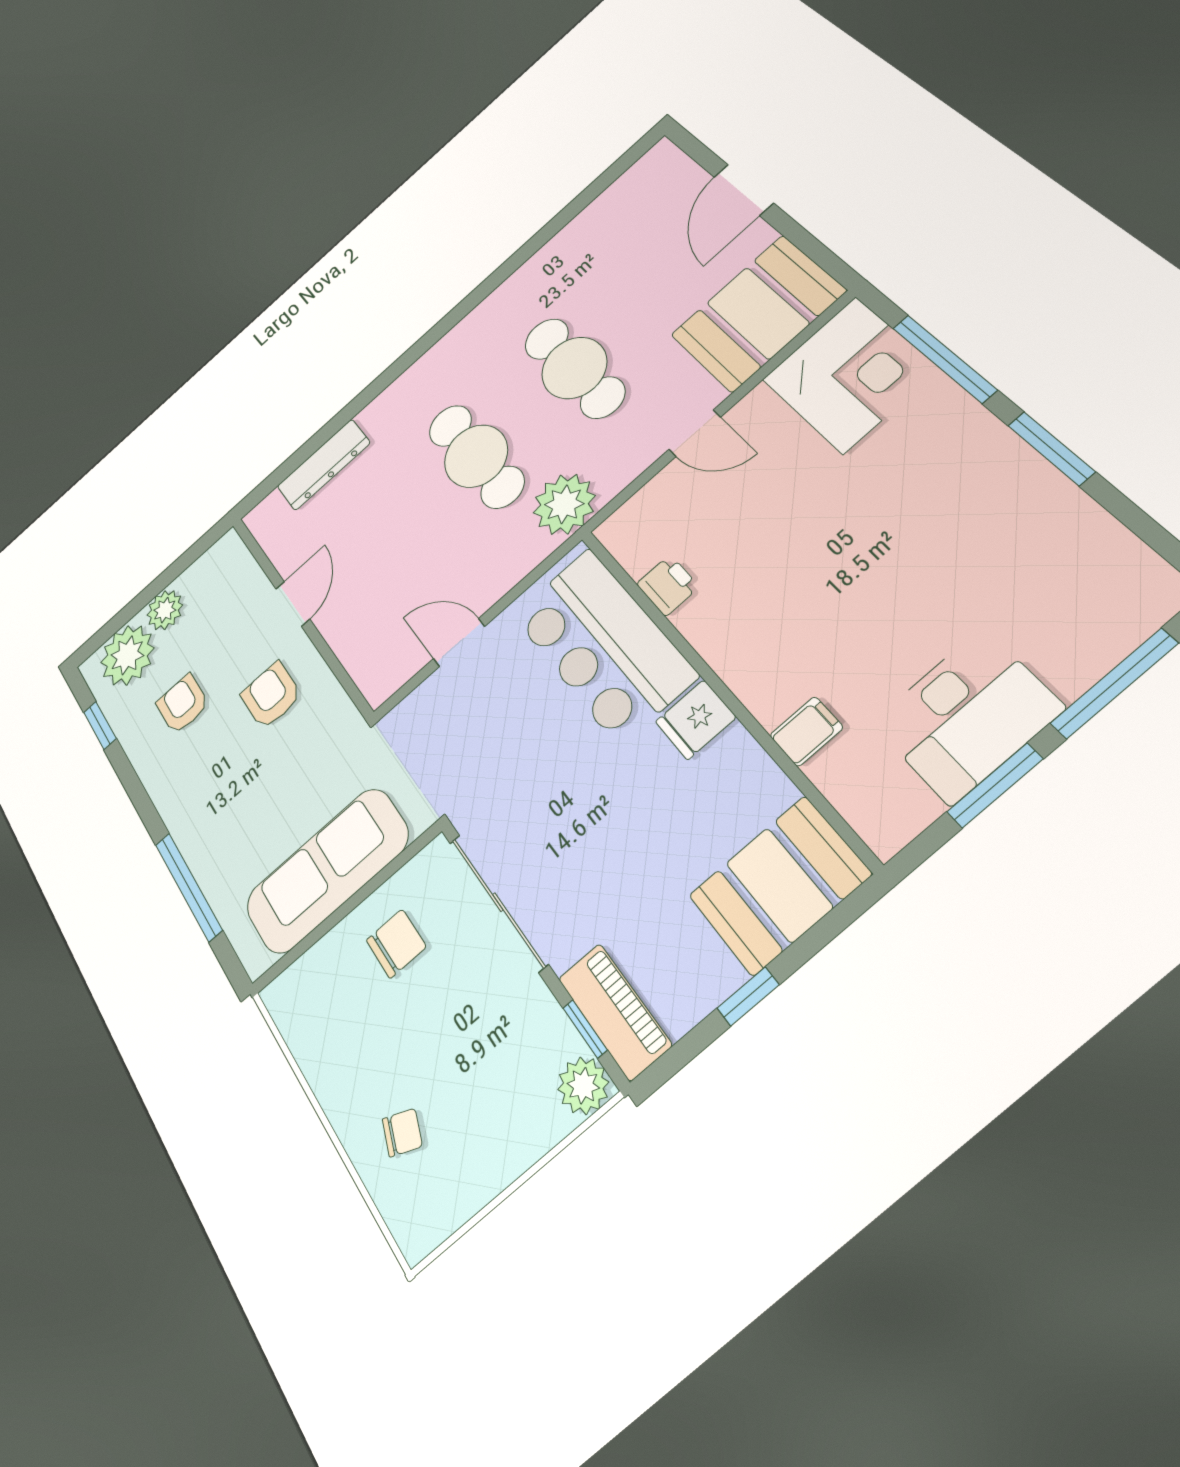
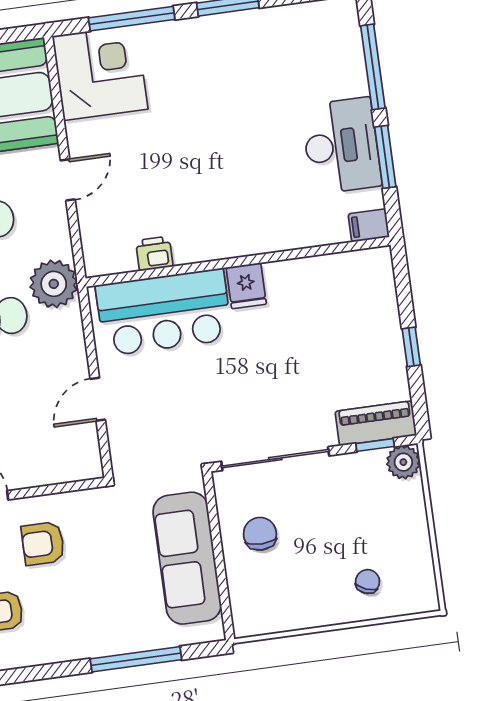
filing cabinet: (806, 731) -> (369, 225), moved, turned -90
booth: (779, 885) -> (366, 296), removed

